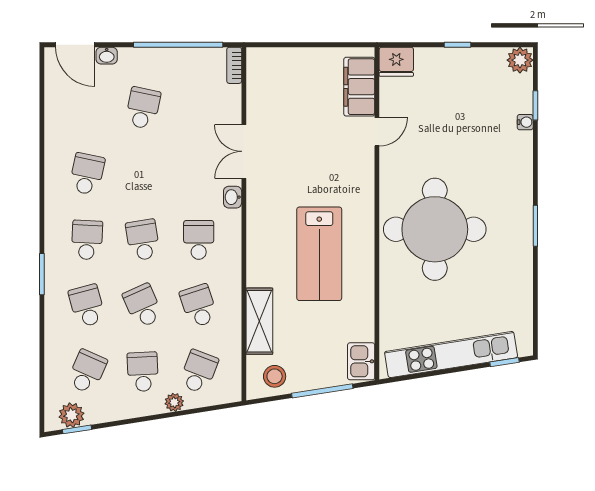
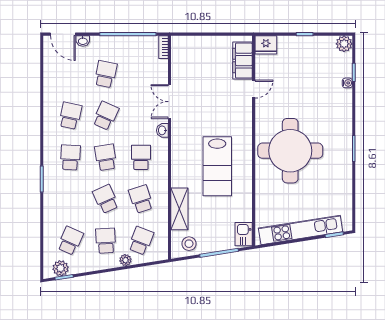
school desk: (87, 306) -> (106, 116), moved, turned 39

